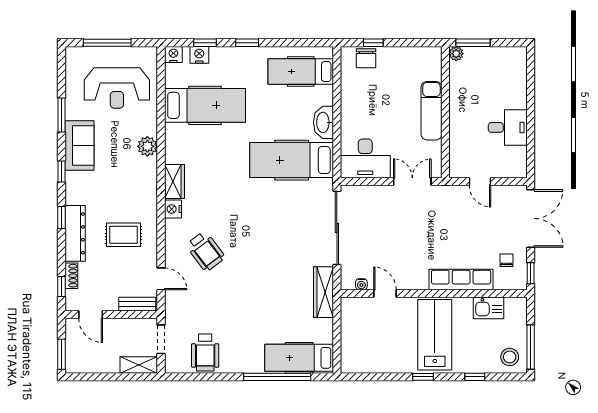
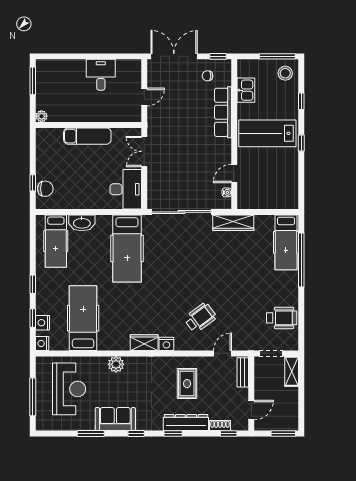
window: (473, 43) -> (33, 81), moved
washbasin: (323, 122) -> (82, 223), moved

